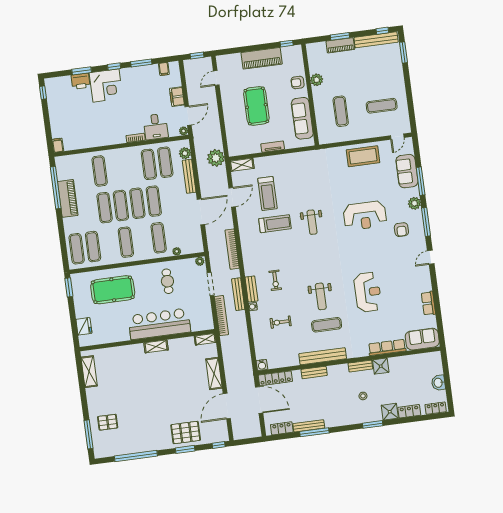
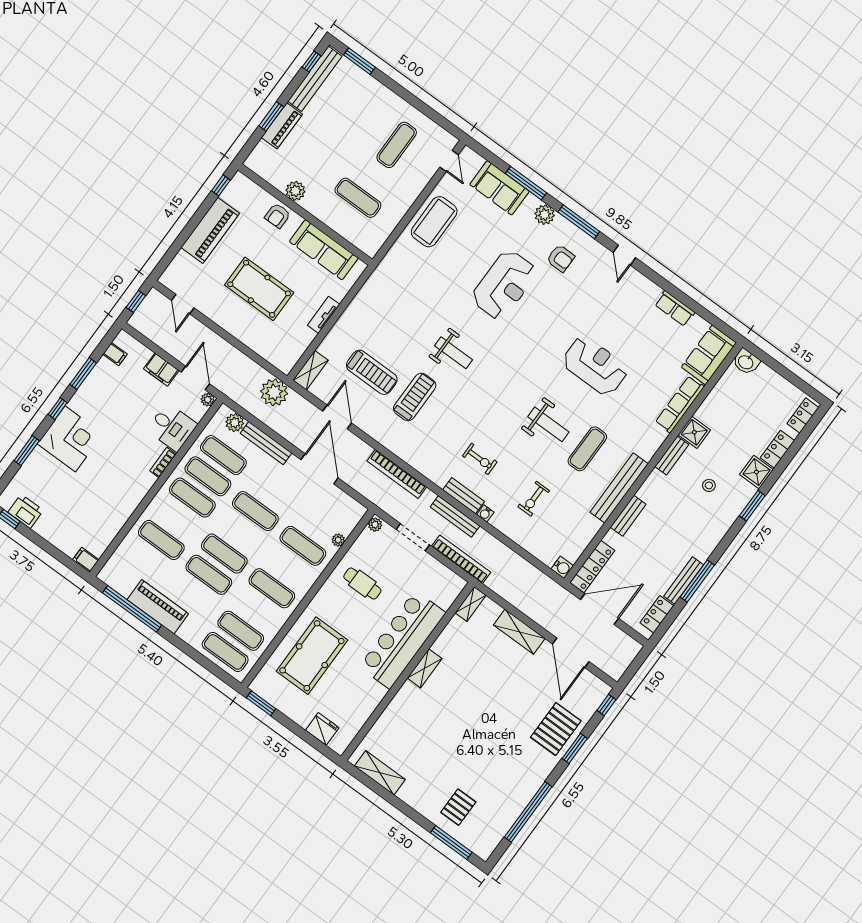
printer: (81, 81) -> (26, 511), moved, turned -90
exercise mat: (137, 203) -> (192, 498), moved
washbasin: (438, 383) -> (746, 362), moved

